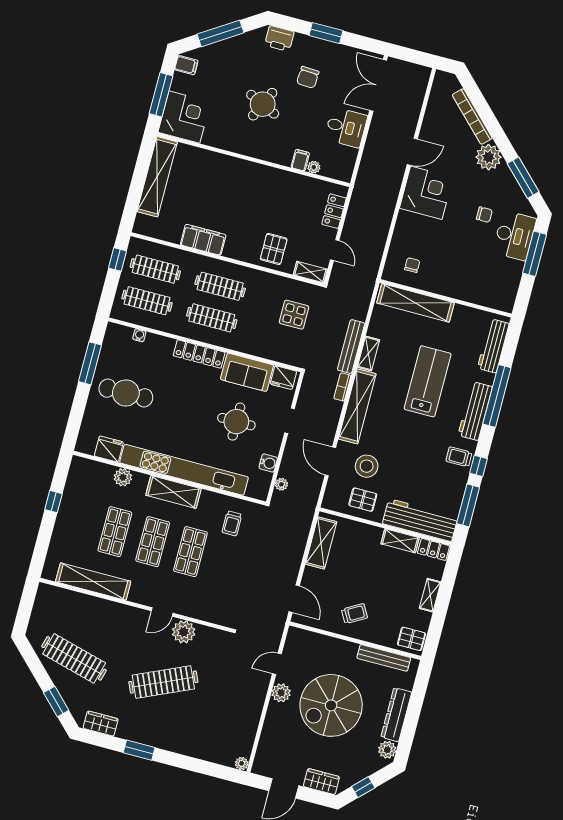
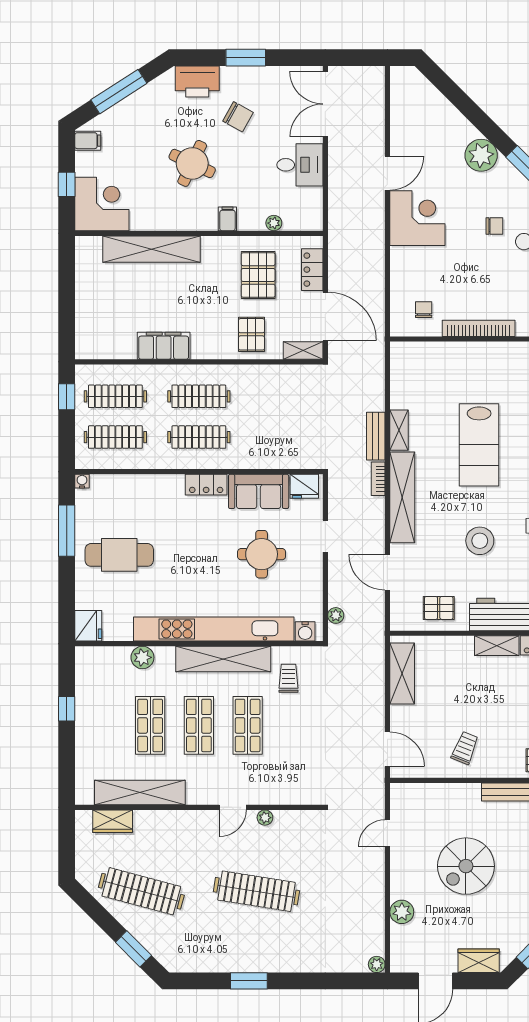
printer: (279, 39) -> (197, 82), width x1.37, depth x1.19
chair: (308, 77) -> (238, 117), turned -64
window: (161, 95) -> (67, 184), width x0.46
bookcase: (472, 116) -> (479, 328), moved, turned 135
filing cabinet: (300, 160) -> (227, 219), moved
shelving: (157, 177) -> (152, 249), moved, turned 90
pallet: (291, 204) -> (258, 275), added
door: (335, 250) -> (325, 316), width x1.88
shelving: (416, 303) -> (440, 354), removed
display table: (294, 315) -> (297, 407), removed
water cooler: (139, 335) -> (82, 481), moved
bench: (351, 347) -> (376, 436), width x0.73
locker: (199, 354) -> (206, 485), width x0.66
lab bench: (428, 381) -> (479, 445), turned 180
fridge: (109, 449) -> (88, 626), moved, turned 90
water cooler: (268, 463) -> (305, 631), moved, turned 90
stool: (367, 466) -> (480, 541), moved
shelving: (173, 492) -> (223, 659), width x1.47
trolley: (232, 523) -> (289, 678), turned 180
trolley: (354, 614) -> (465, 748), turned -38
plant: (184, 632) -> (265, 818), width x0.53, depth x0.53
clothes rail: (163, 682) -> (256, 891), turned 33
plant: (281, 693) -> (402, 912), moved
spiral stairs: (331, 705) -> (466, 866), width x0.73, depth x0.73
wardrobe: (101, 724) -> (113, 821), moved, turned 180

